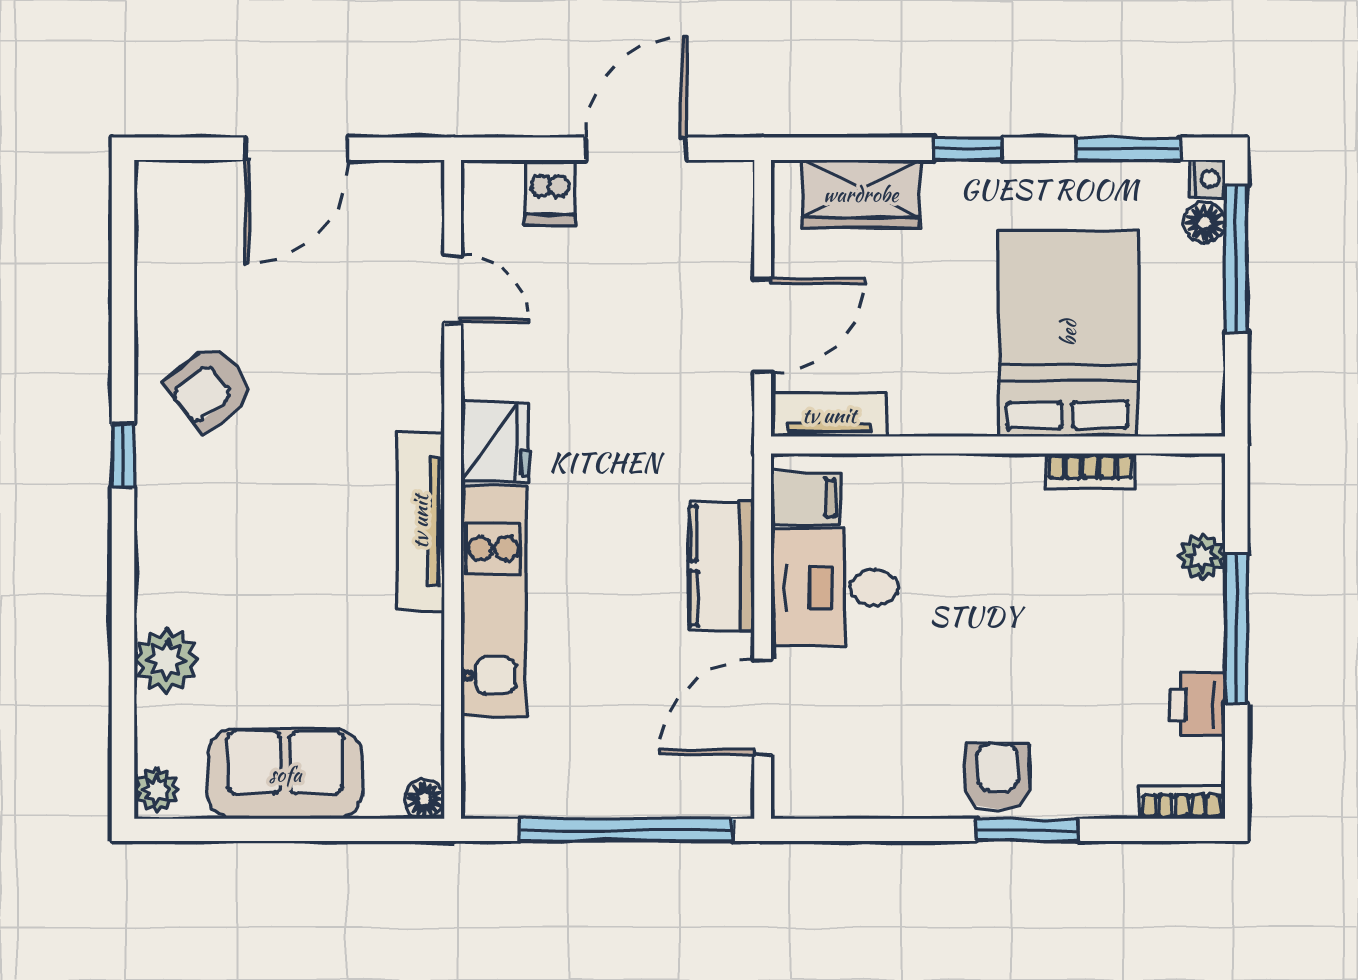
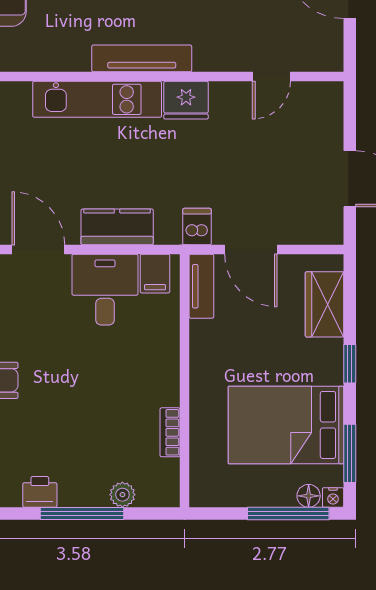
dishwasher: (550, 193) -> (197, 227), moved, turned 90
bed: (1068, 333) -> (286, 425), moved, turned 180

